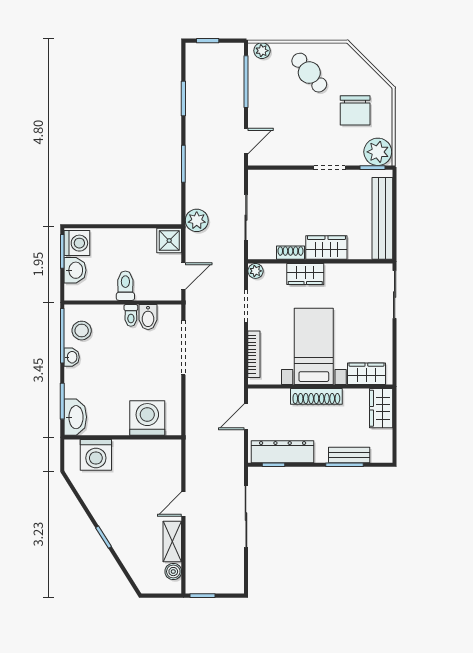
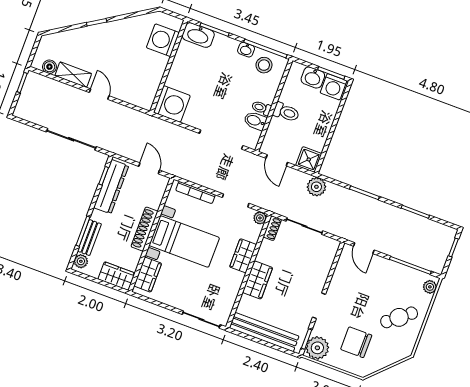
shoe rack: (291, 253) -> (272, 228), moved
washing machine: (147, 418) -> (172, 104), moved
plant: (379, 455) -> (81, 261), added

